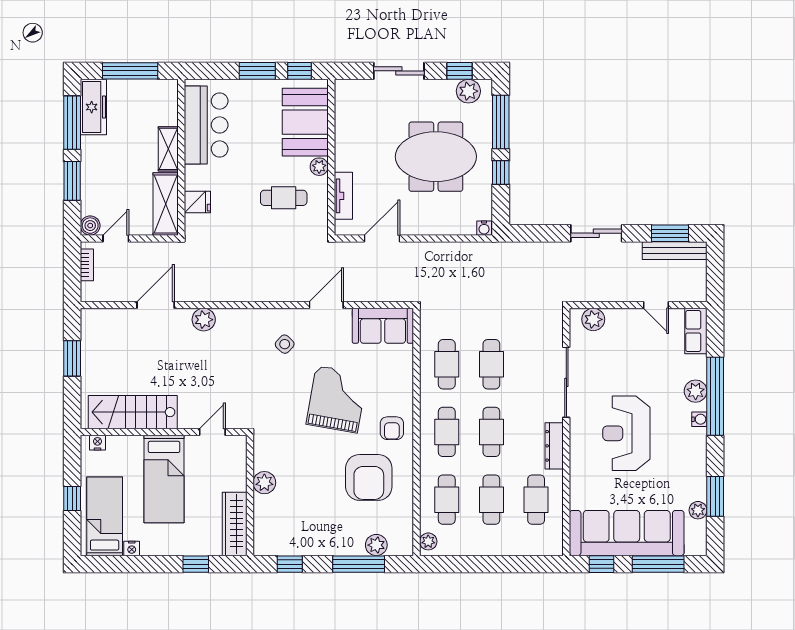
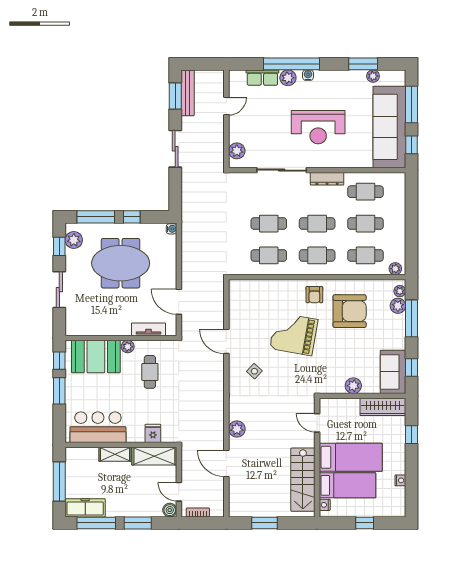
meeting table: (436, 157) -> (121, 263), turned 90
sofa: (383, 326) -> (393, 372), moved, turned 180
row of seats: (696, 331) -> (262, 78), moved
armchair: (392, 428) -> (314, 295), turned 90
bed: (105, 516) -> (347, 485), moved, turned 180
plant: (397, 548) -> (400, 291), added

